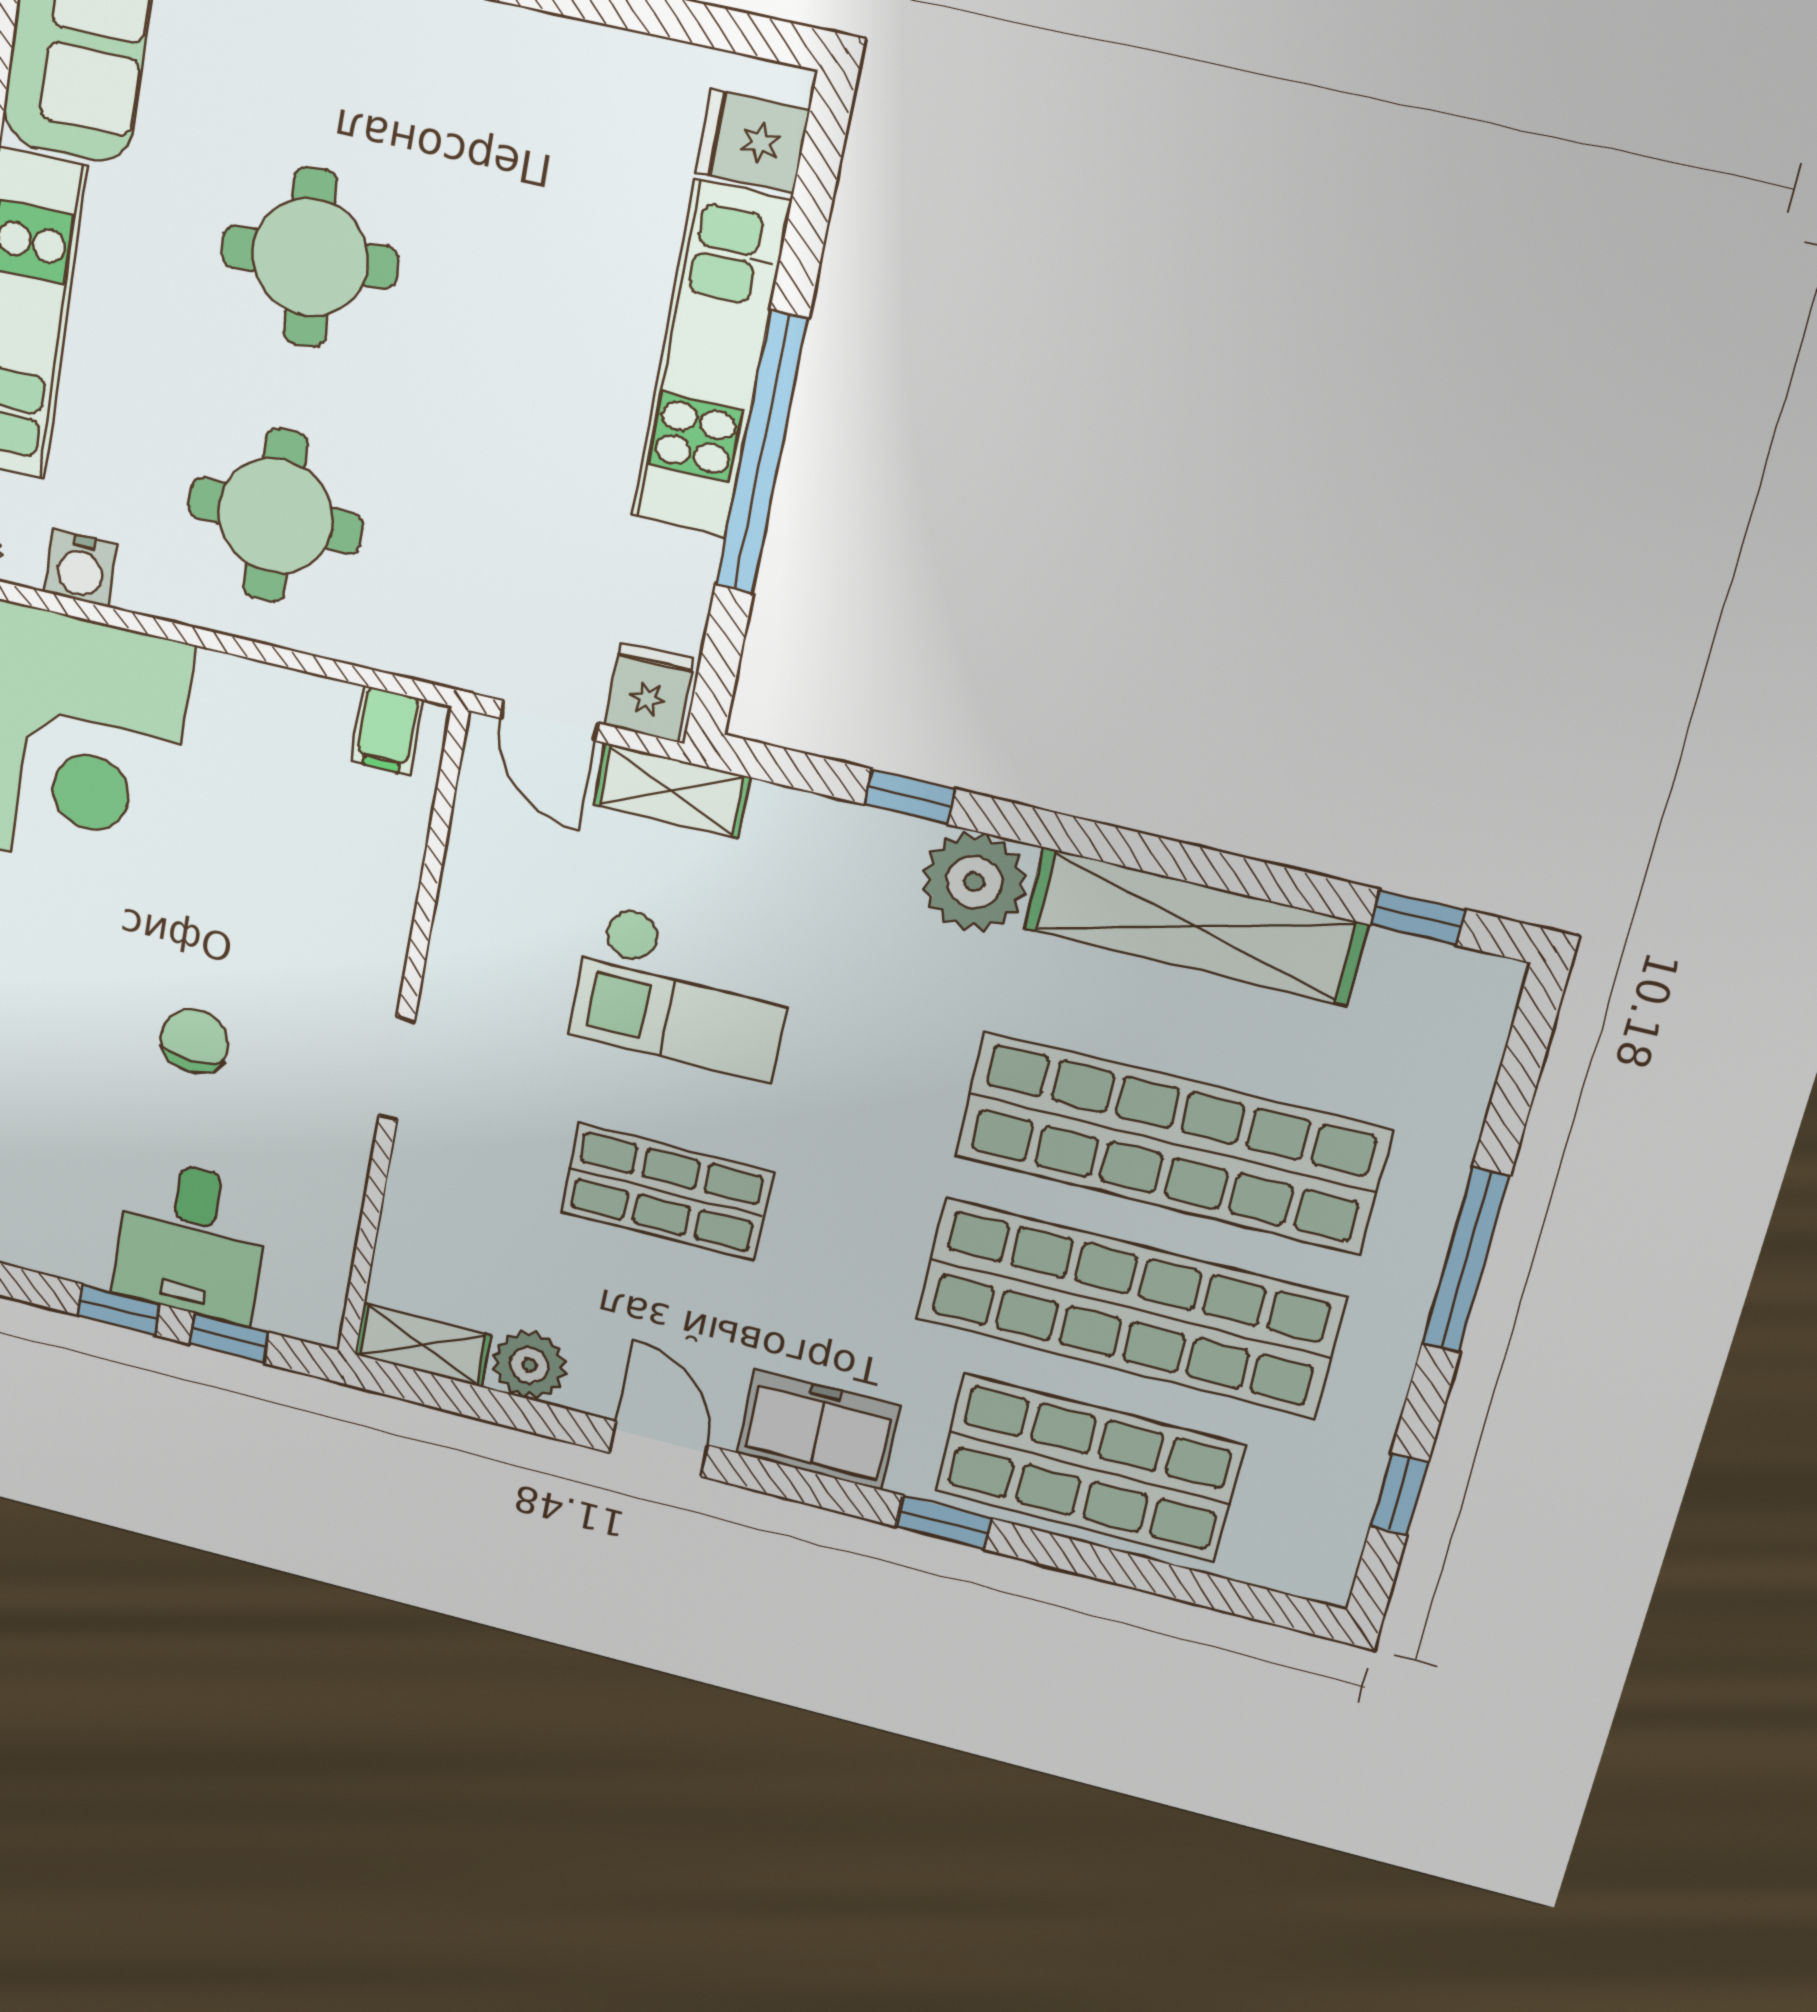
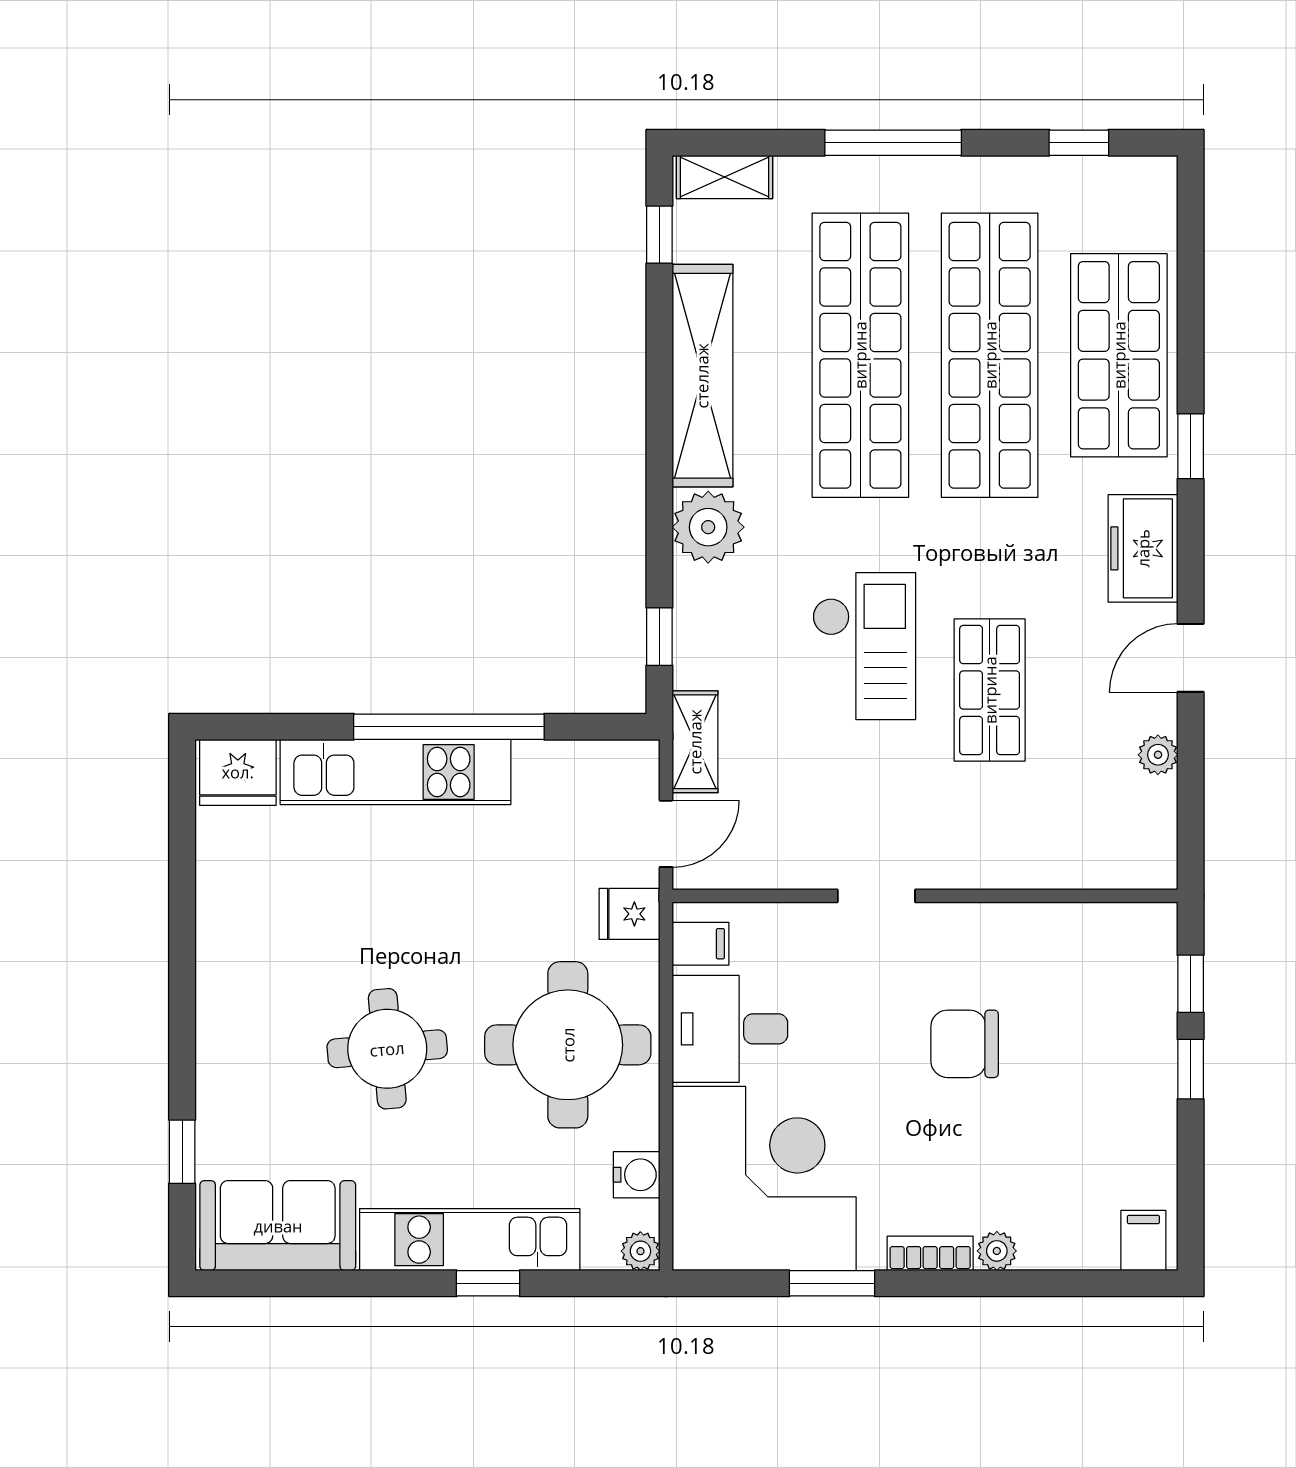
fridge: (752, 141) -> (238, 772), width x1.38
round table: (275, 516) -> (568, 1045), width x1.36, depth x1.36
fridge: (649, 692) -> (629, 914), moved
window: (910, 797) -> (659, 637), moved
checkout: (683, 993) -> (864, 646), moved
chair: (195, 1041) -> (965, 1044), width x1.37, depth x1.37
doorway: (397, 1069) -> (876, 896), moved
desk: (191, 1240) -> (730, 1029), moved, turned 180
shelving: (423, 1345) -> (724, 177), moved, turned 90
plant: (529, 1365) -> (1158, 755), width x0.73, depth x0.73

